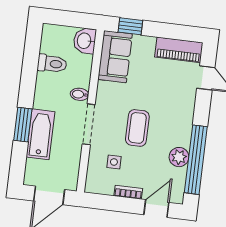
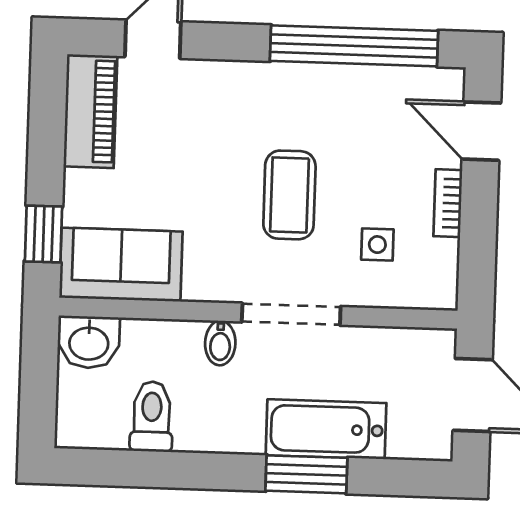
coffee table: (137, 128) -> (289, 195), turned 90
plant: (179, 157) -> (351, 87), removed

